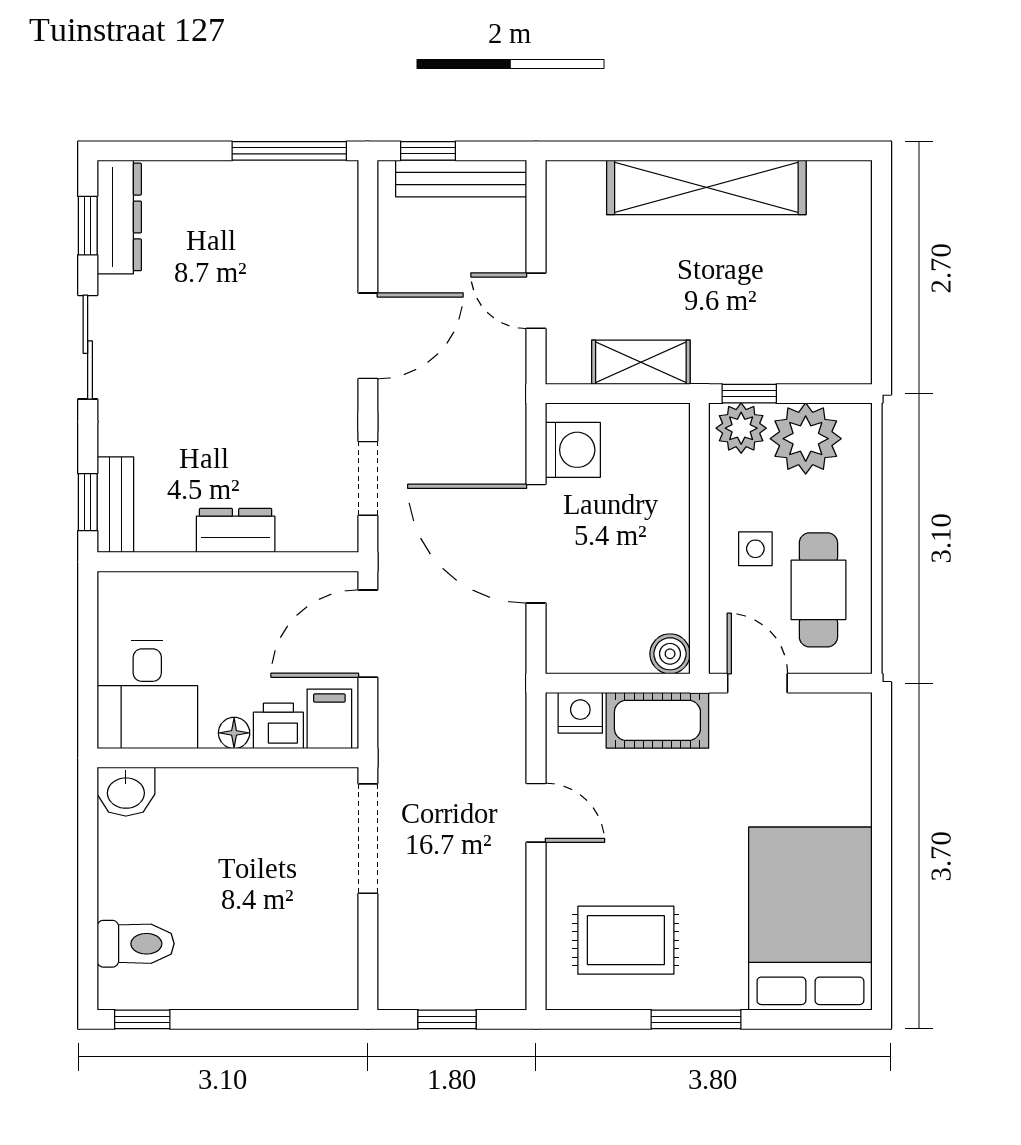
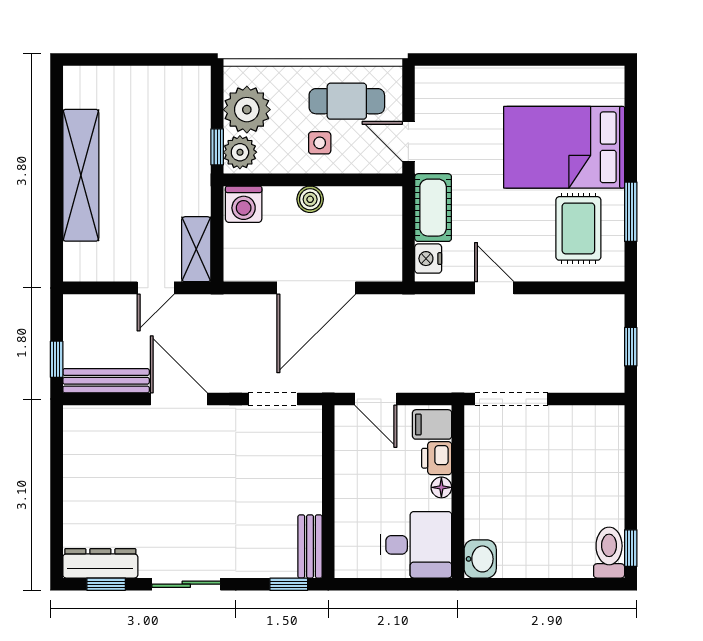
window: (289, 151) -> (57, 451), removed
bench: (461, 179) -> (106, 381), moved, turned 90
shelving: (641, 362) -> (196, 249), moved
washing machine: (573, 450) -> (244, 204), moved, turned 180
bench: (115, 505) -> (310, 546), moved, turned 90
dresser: (236, 530) -> (307, 486), removed
door: (368, 634) -> (376, 399), width x0.73
boiler: (670, 654) -> (310, 199), moved
door: (757, 683) -> (408, 142), hinge flipped
door: (536, 813) -> (494, 288), hinge flipped
bed: (810, 919) -> (564, 147), moved
toilet: (136, 944) -> (609, 553), moved
window: (696, 1019) -> (631, 212), moved

